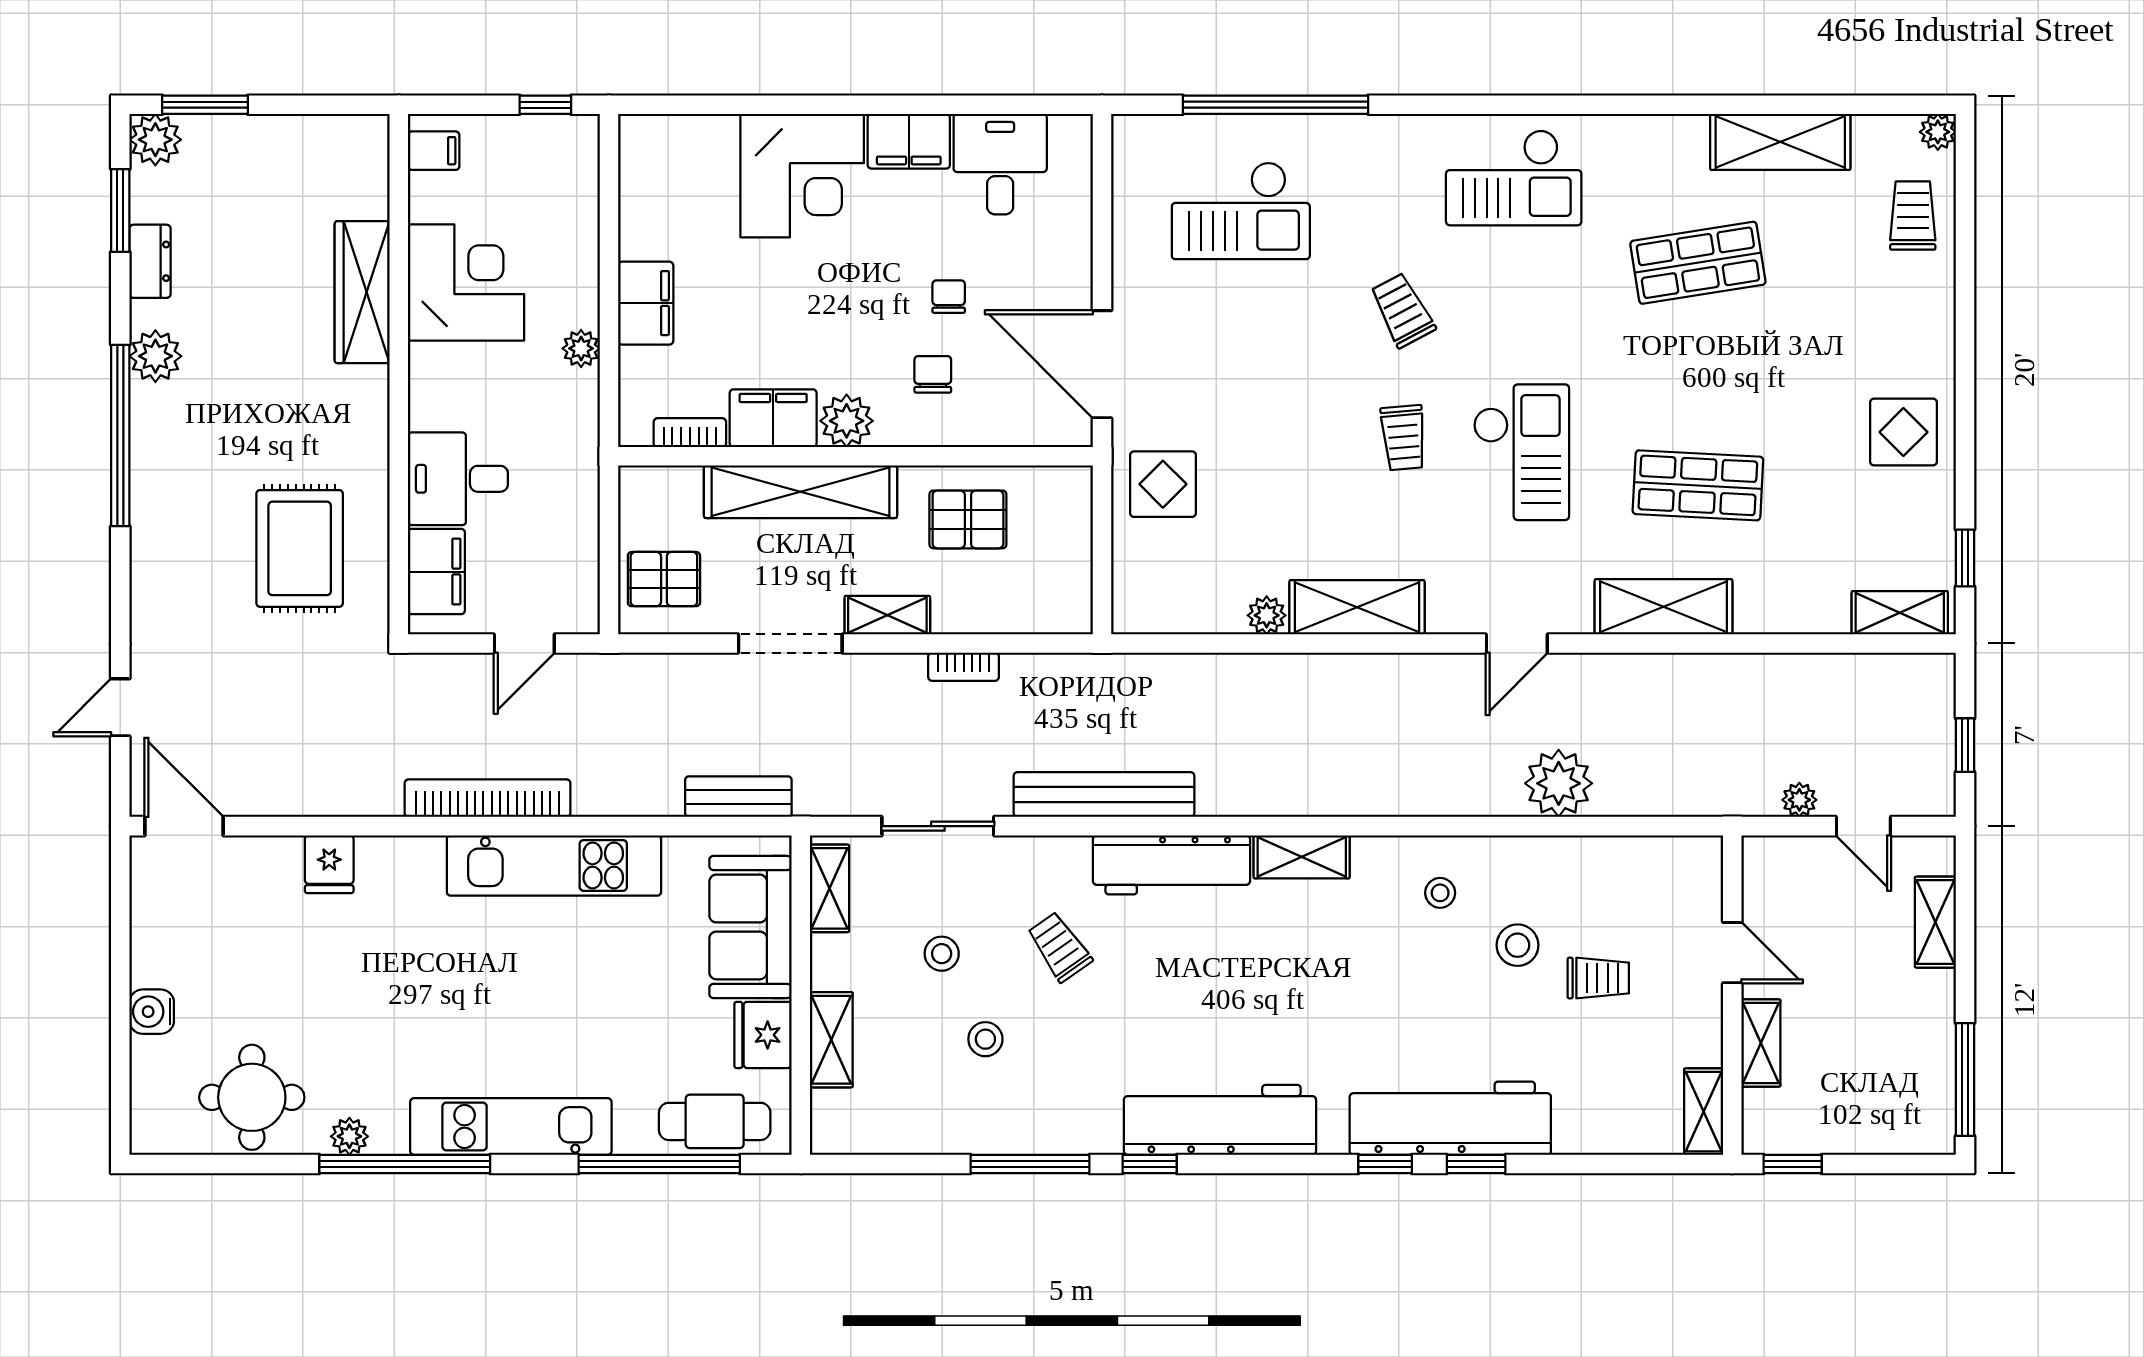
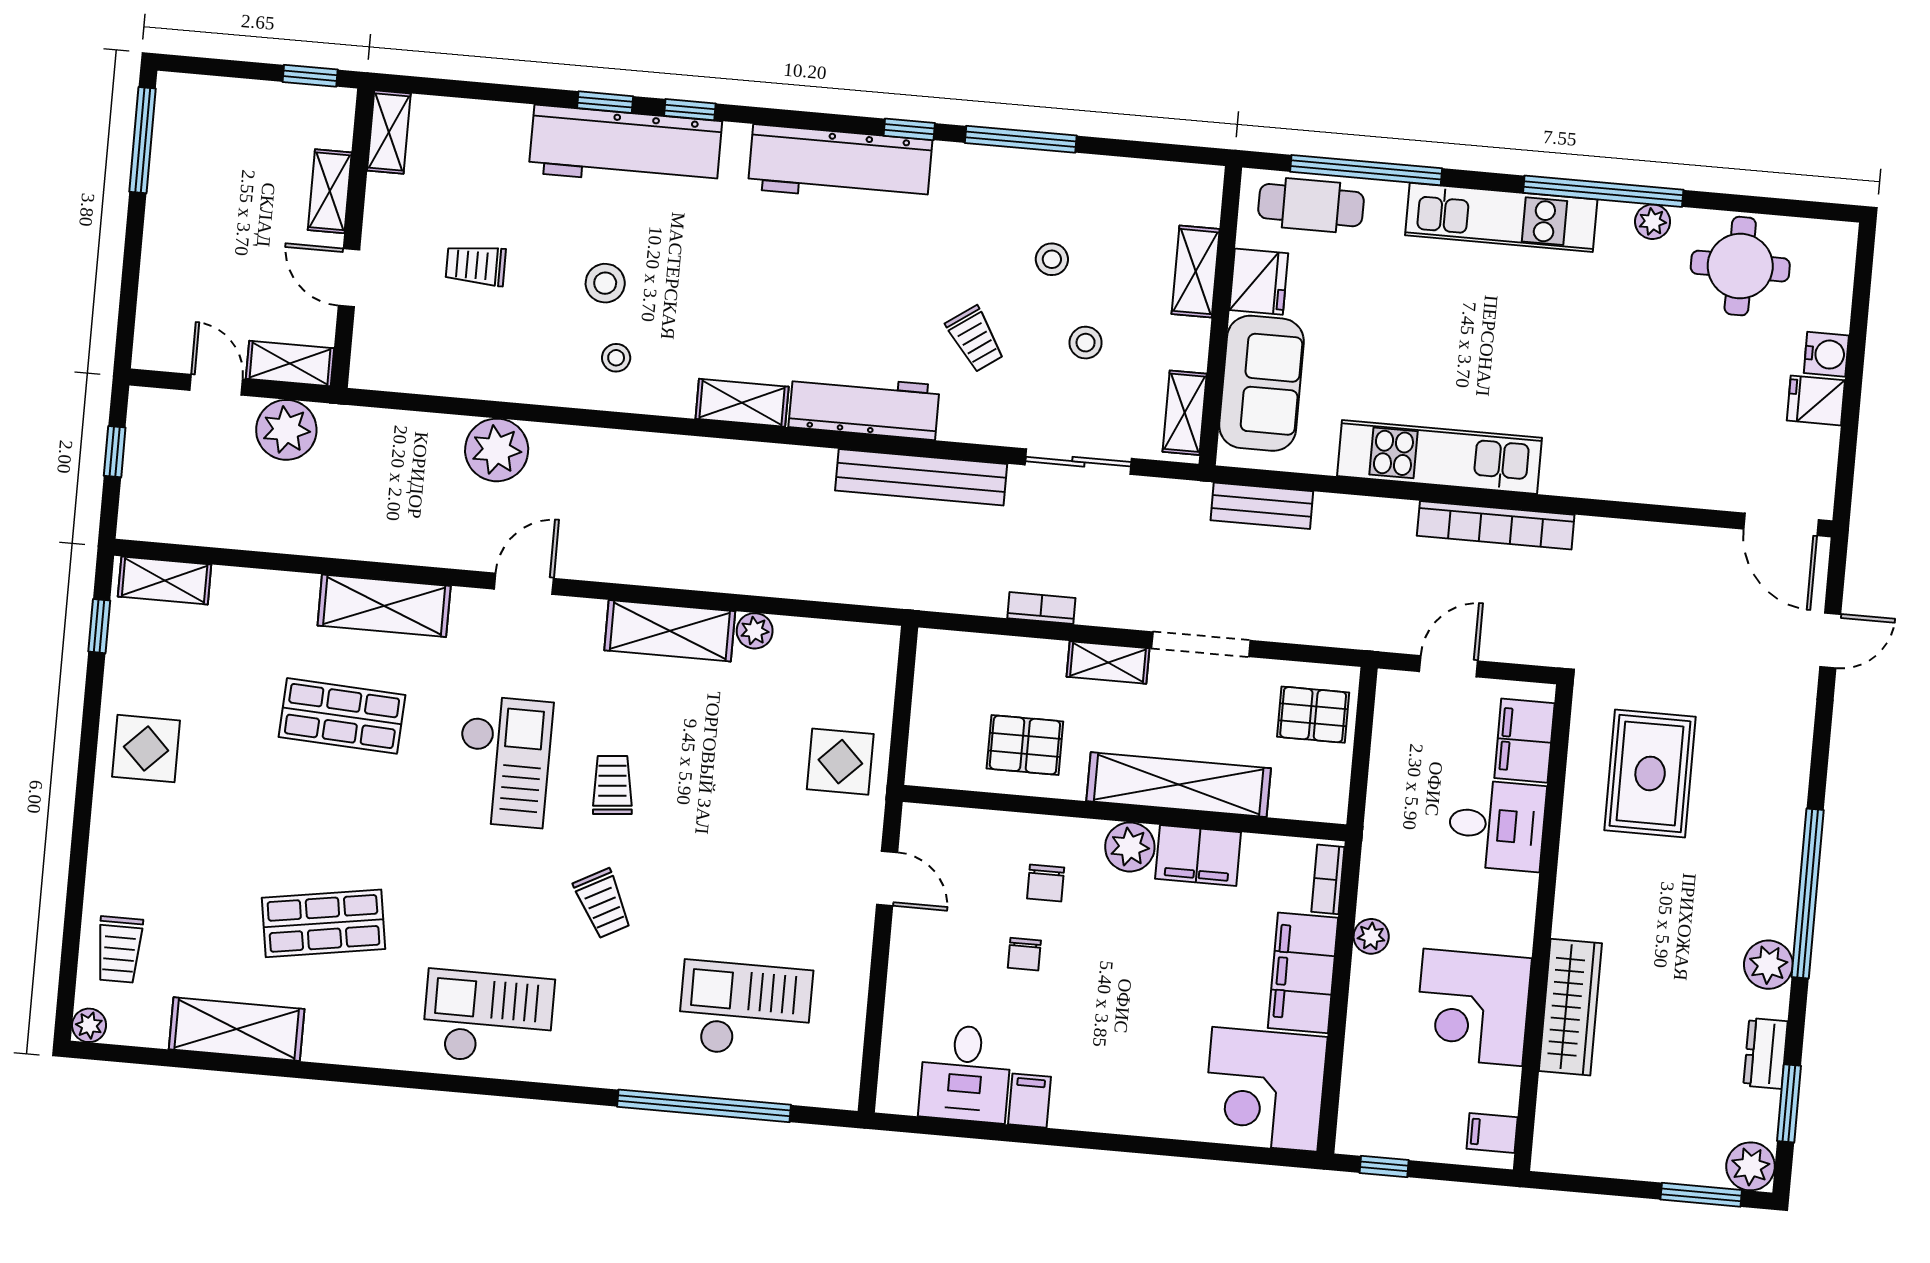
filing cabinet: (909, 141) -> (1029, 1101), width x0.50
corner desk: (802, 176) -> (1265, 1089), moved, turned -90
filing cabinet: (646, 303) -> (1303, 973), width x1.50, depth x1.17
door: (1102, 364) -> (887, 878), width x0.53
bookcase: (690, 433) -> (1328, 879), moved, turned 90
checkout: (1521, 452) -> (504, 762), turned 180
plant: (1799, 800) -> (286, 430), width x1.88, depth x1.88
fridge: (329, 864) -> (1816, 400), moved, turned -90
shelving: (1935, 922) -> (290, 364), moved, turned 90
stool: (1518, 945) -> (605, 283), moved

